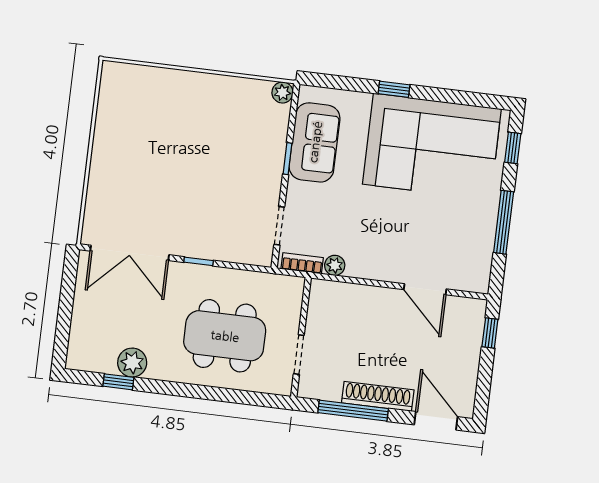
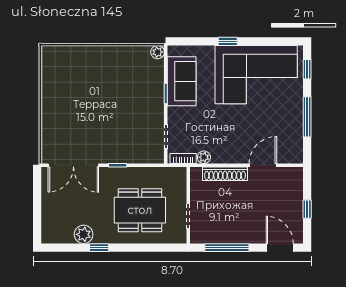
door: (425, 289) -> (263, 165), swing flipped
window: (490, 333) -> (307, 209), moved
window: (118, 382) -> (99, 248), moved
shoe rack: (378, 396) -> (225, 174), moved, turned 180

